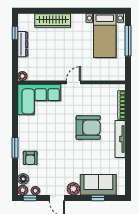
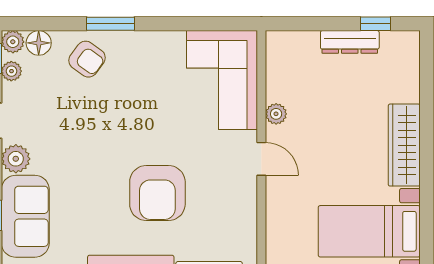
wardrobe: (53, 21) -> (404, 145), moved
plant: (22, 76) -> (276, 114), moved
armchair: (30, 158) -> (87, 59), turned -144

